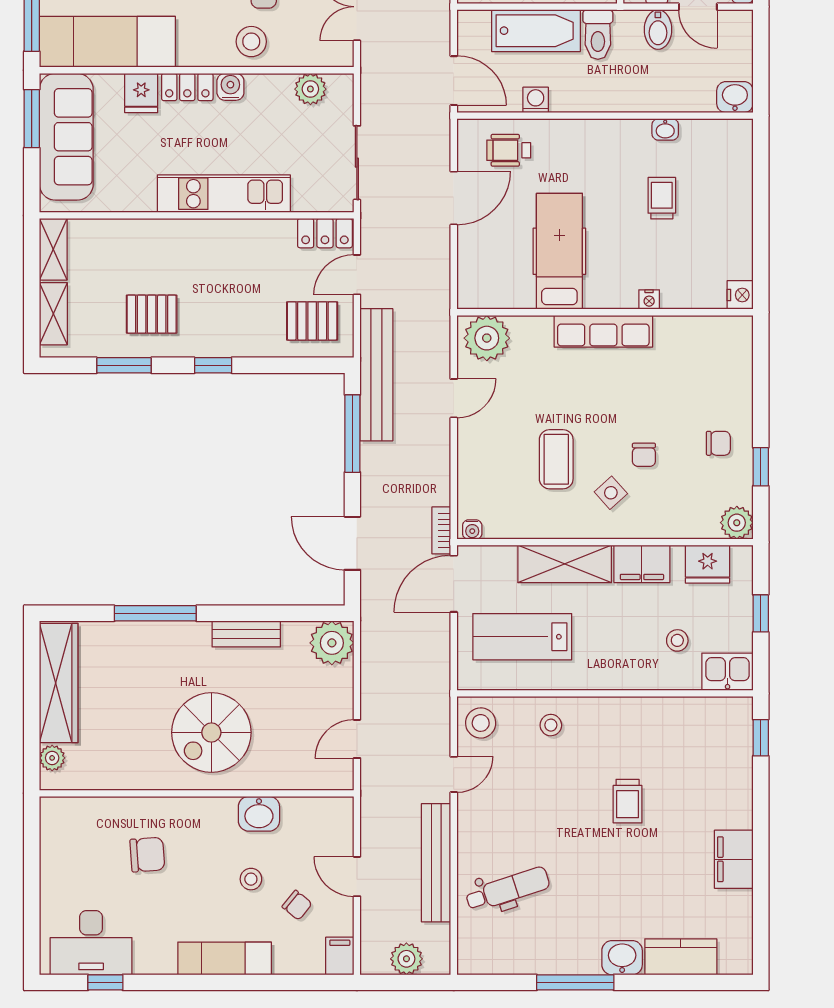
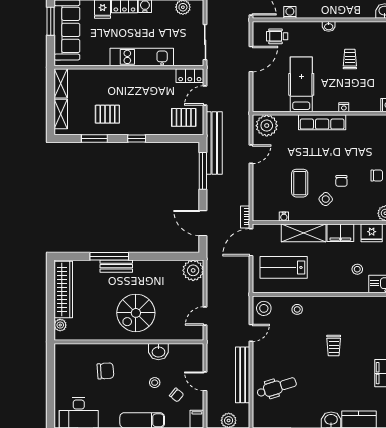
washbasin: (665, 129) -> (329, 26), moved
water cooler: (472, 530) -> (284, 217), moved
bench: (246, 634) -> (116, 266), moved

